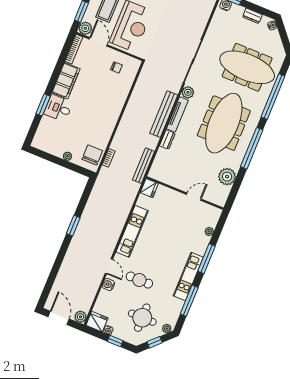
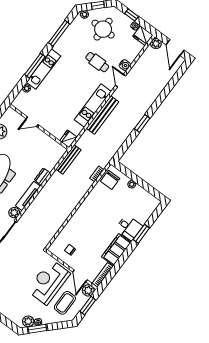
bench: (164, 114) -> (103, 115), moved
kitchen unit: (188, 276) -> (44, 69), moved

